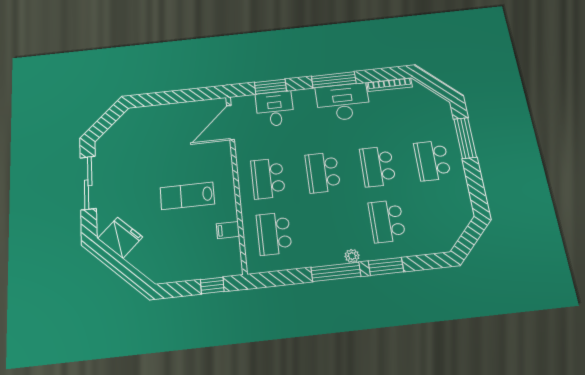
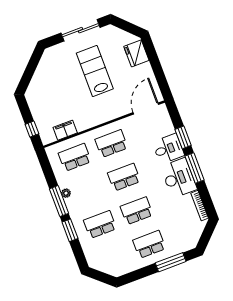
window: (270, 87) -> (183, 137), moved
desk: (275, 109) -> (168, 149), moved
door: (231, 122) -> (146, 108), hinge flipped
lab bench: (187, 196) -> (95, 71), moved, width x1.36, depth x1.39
filing cabinet: (228, 230) -> (65, 130), width x2.00
fridge: (120, 238) -> (136, 53), moved, turned 135
plant: (352, 256) -> (66, 193), moved

